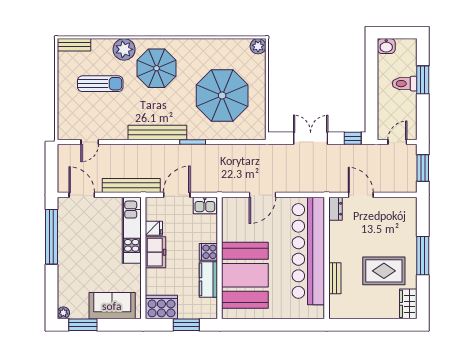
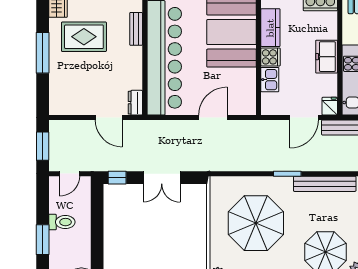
toilet: (405, 84) -> (62, 222), moved
kitchen sink: (205, 205) -> (270, 80), moved, turned 90
fridge: (154, 228) -> (330, 106), moved, turned 90

